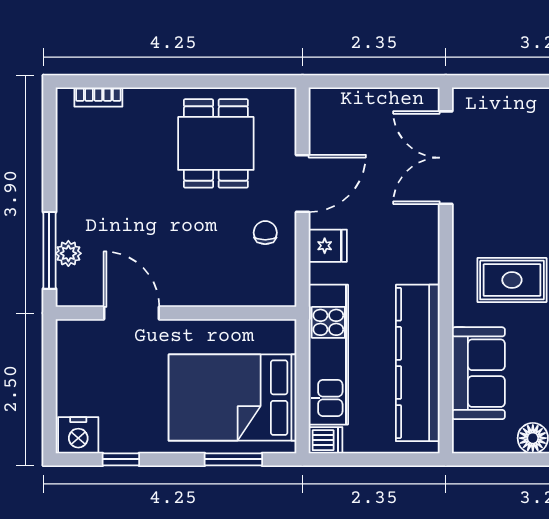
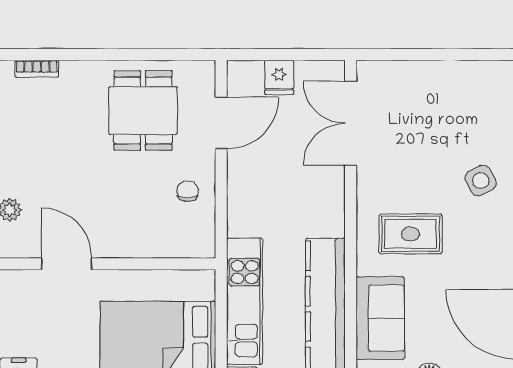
door: (302, 183) -> (221, 123), moved
fridge: (328, 246) -> (279, 77), moved, turned 90

